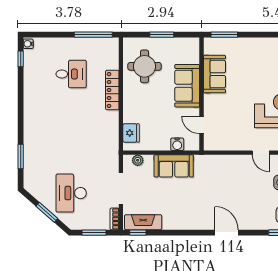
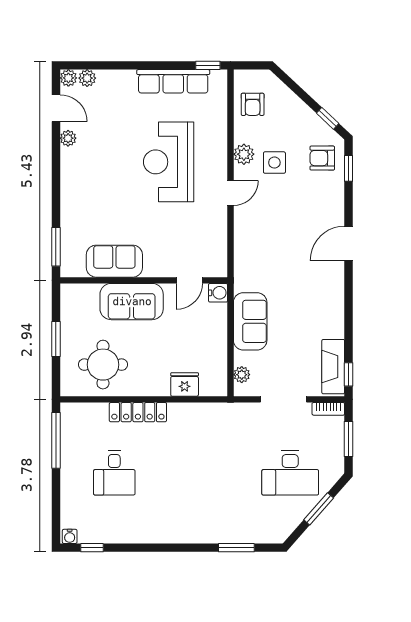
desk: (71, 74) -> (114, 473), turned 180
fridge: (131, 133) -> (185, 384), moved
water cooler: (177, 144) -> (218, 293), moved

